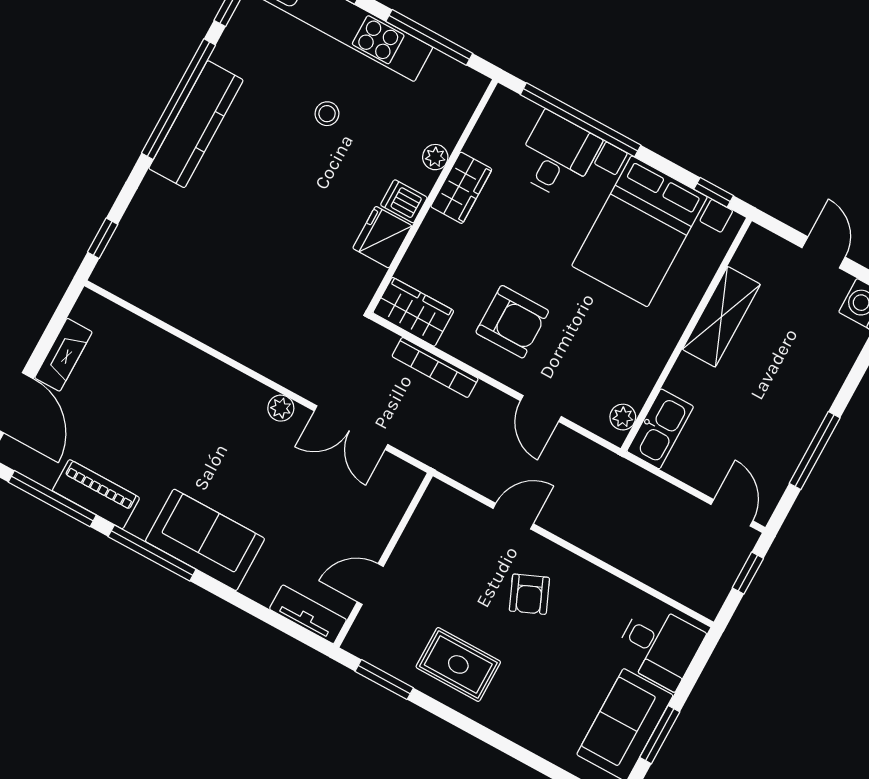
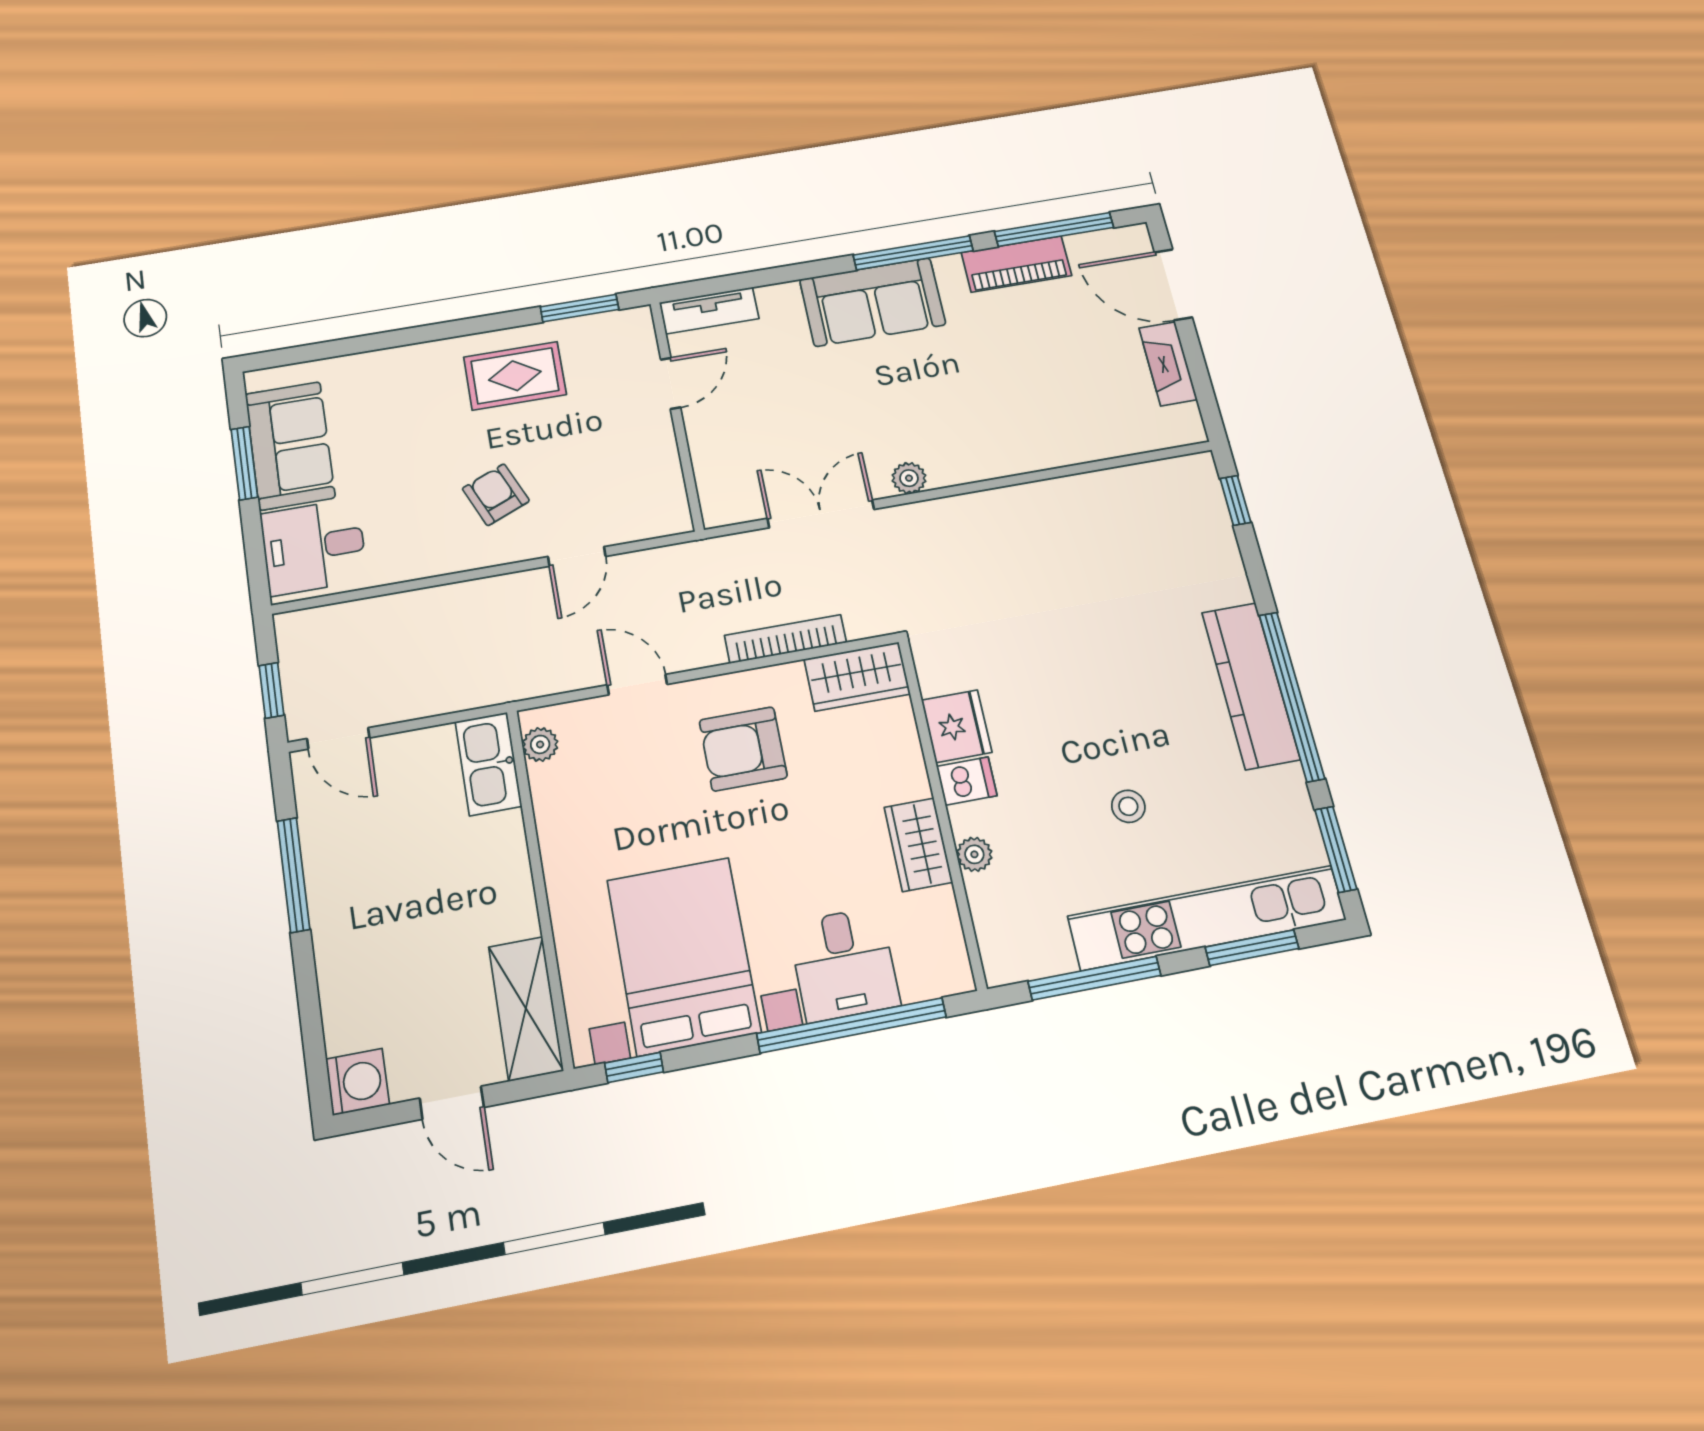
shelving: (721, 317) -> (526, 1008), moved

